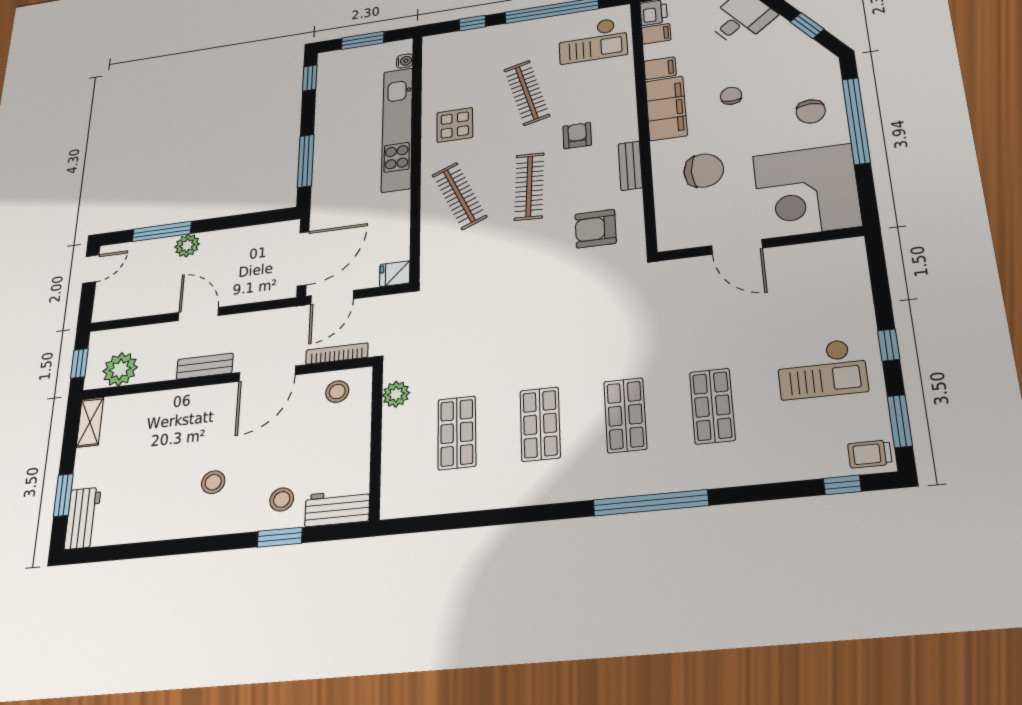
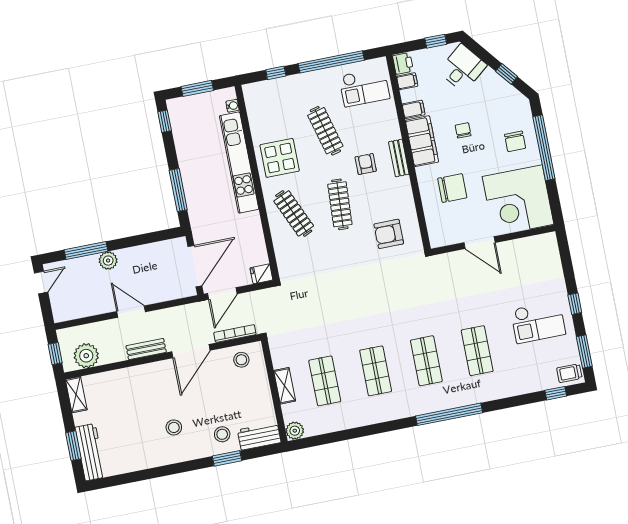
display table: (455, 125) -> (280, 158), width x1.36, depth x1.36
bench: (630, 166) -> (399, 158), moved
plant: (396, 394) -> (295, 431), moved
shelving: (393, 435) -> (285, 386), added
workbench: (83, 518) -> (90, 452), width x1.38

